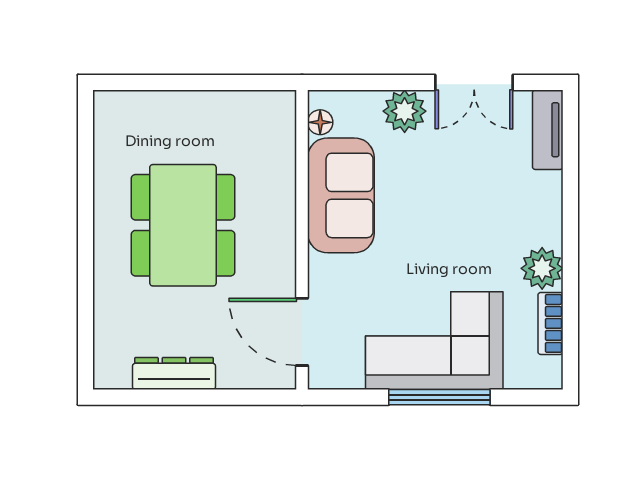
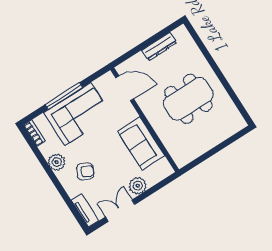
floor lamp: (320, 122) -> (164, 164), removed
armchair: (495, 211) -> (85, 171), added
dining table: (183, 225) -> (188, 99), turned 90
bookcase: (551, 323) -> (34, 133), moved

